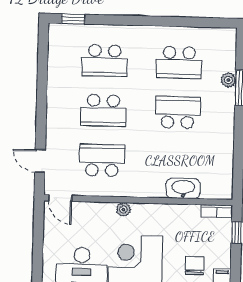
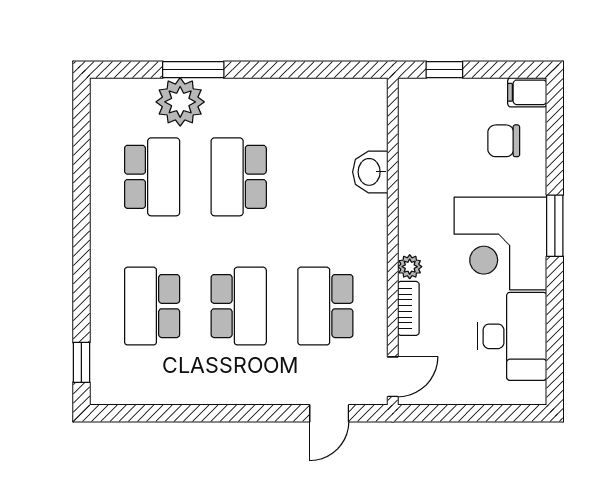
school desk: (105, 60) -> (152, 306), turned 180
plant: (228, 80) -> (180, 102), width x1.88, depth x1.88
washbasin: (183, 188) -> (370, 172), width x0.72
bookcase: (217, 211) -> (408, 308), moved

